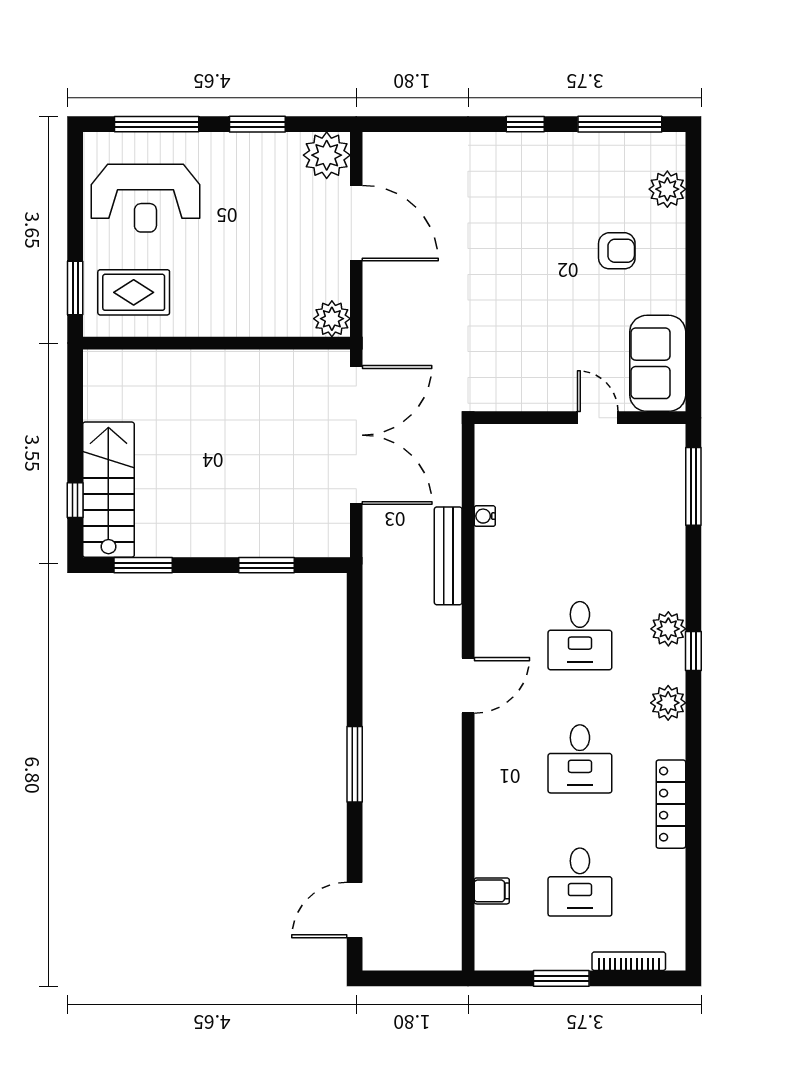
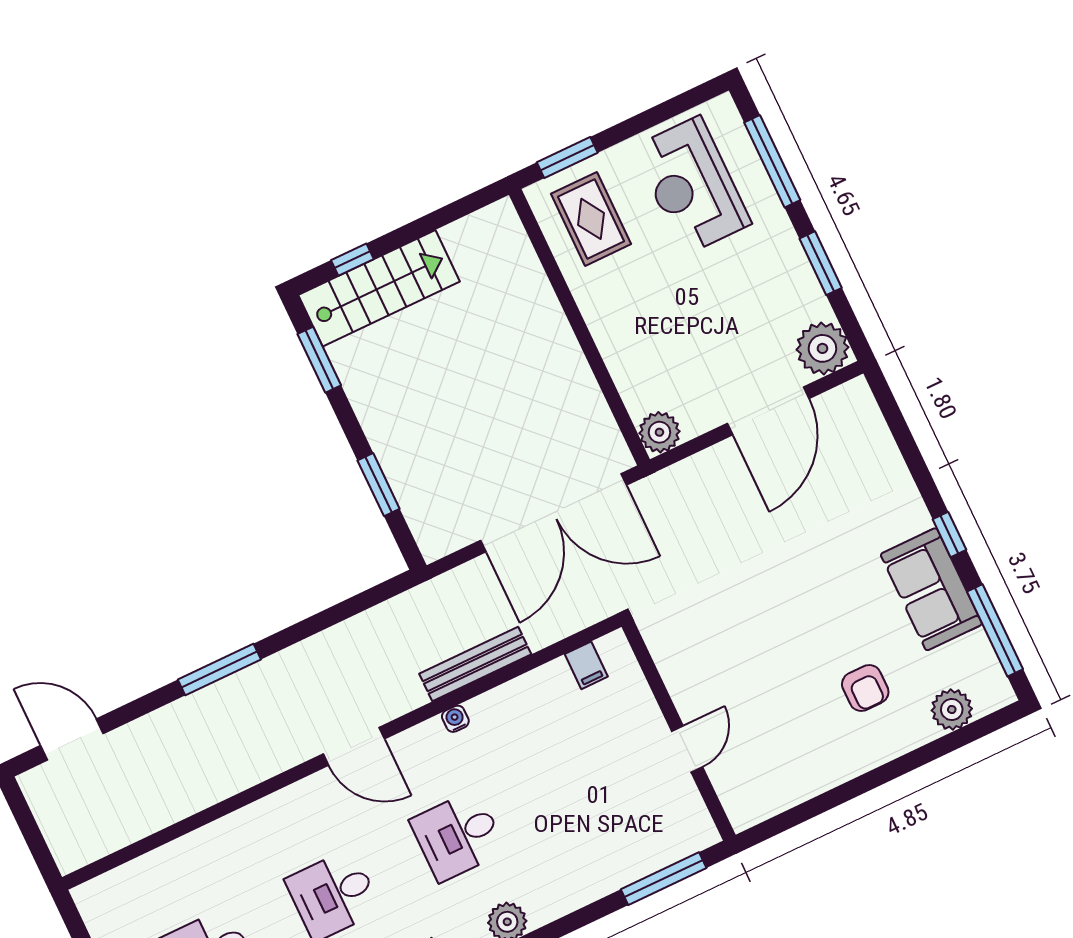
sofa: (658, 363) -> (931, 589), moved, turned -90
water cooler: (485, 516) -> (455, 719), moved
filing cabinet: (492, 891) -> (586, 665), moved

